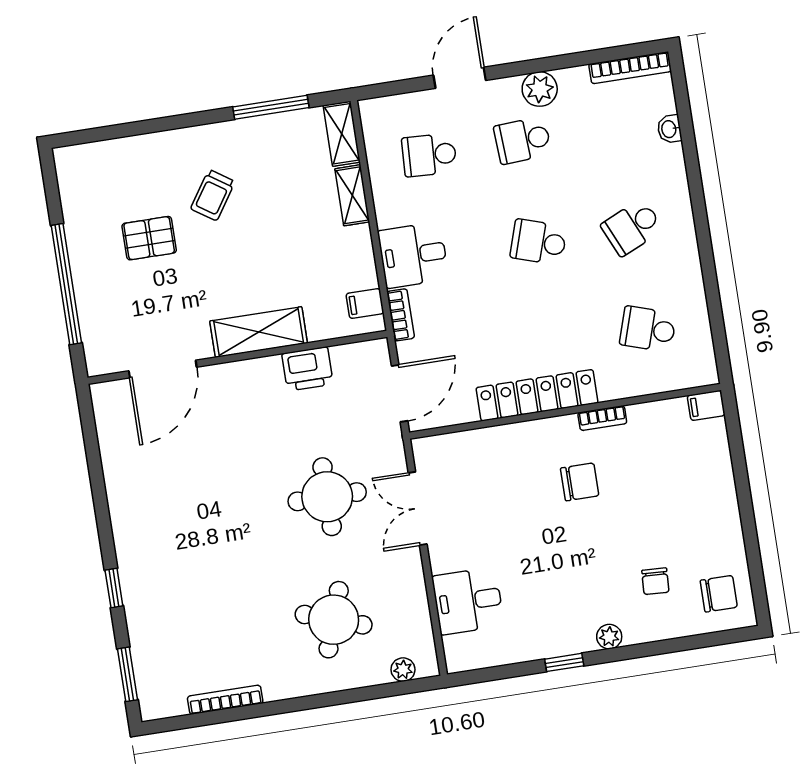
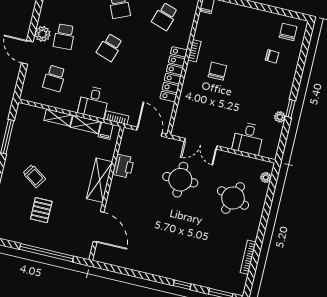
plant: (540, 89) -> (42, 34), moved
shelving: (342, 134) -> (86, 124), moved
plant: (609, 637) -> (280, 117), moved

